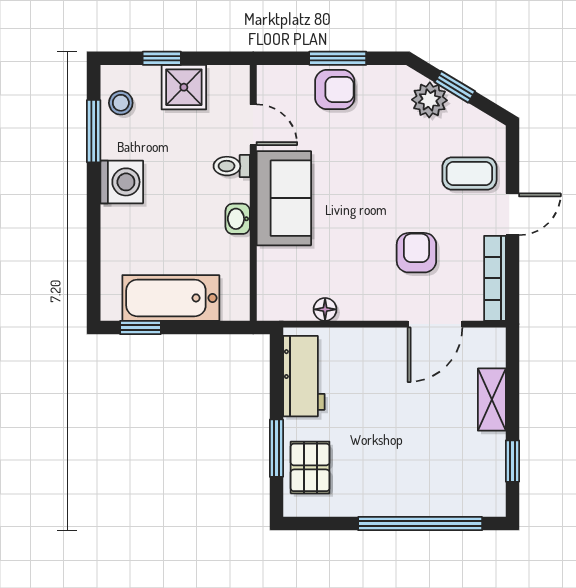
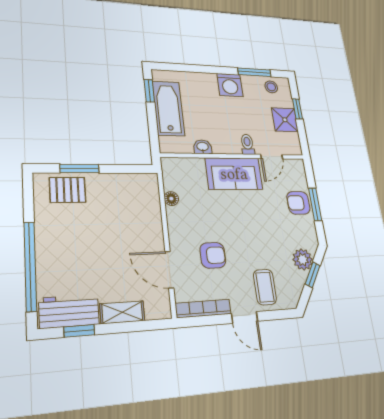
armchair: (335, 90) -> (298, 203), turned 90
washbasin: (238, 219) -> (203, 147), moved
workbench: (304, 376) -> (69, 311), moved, turned 180

